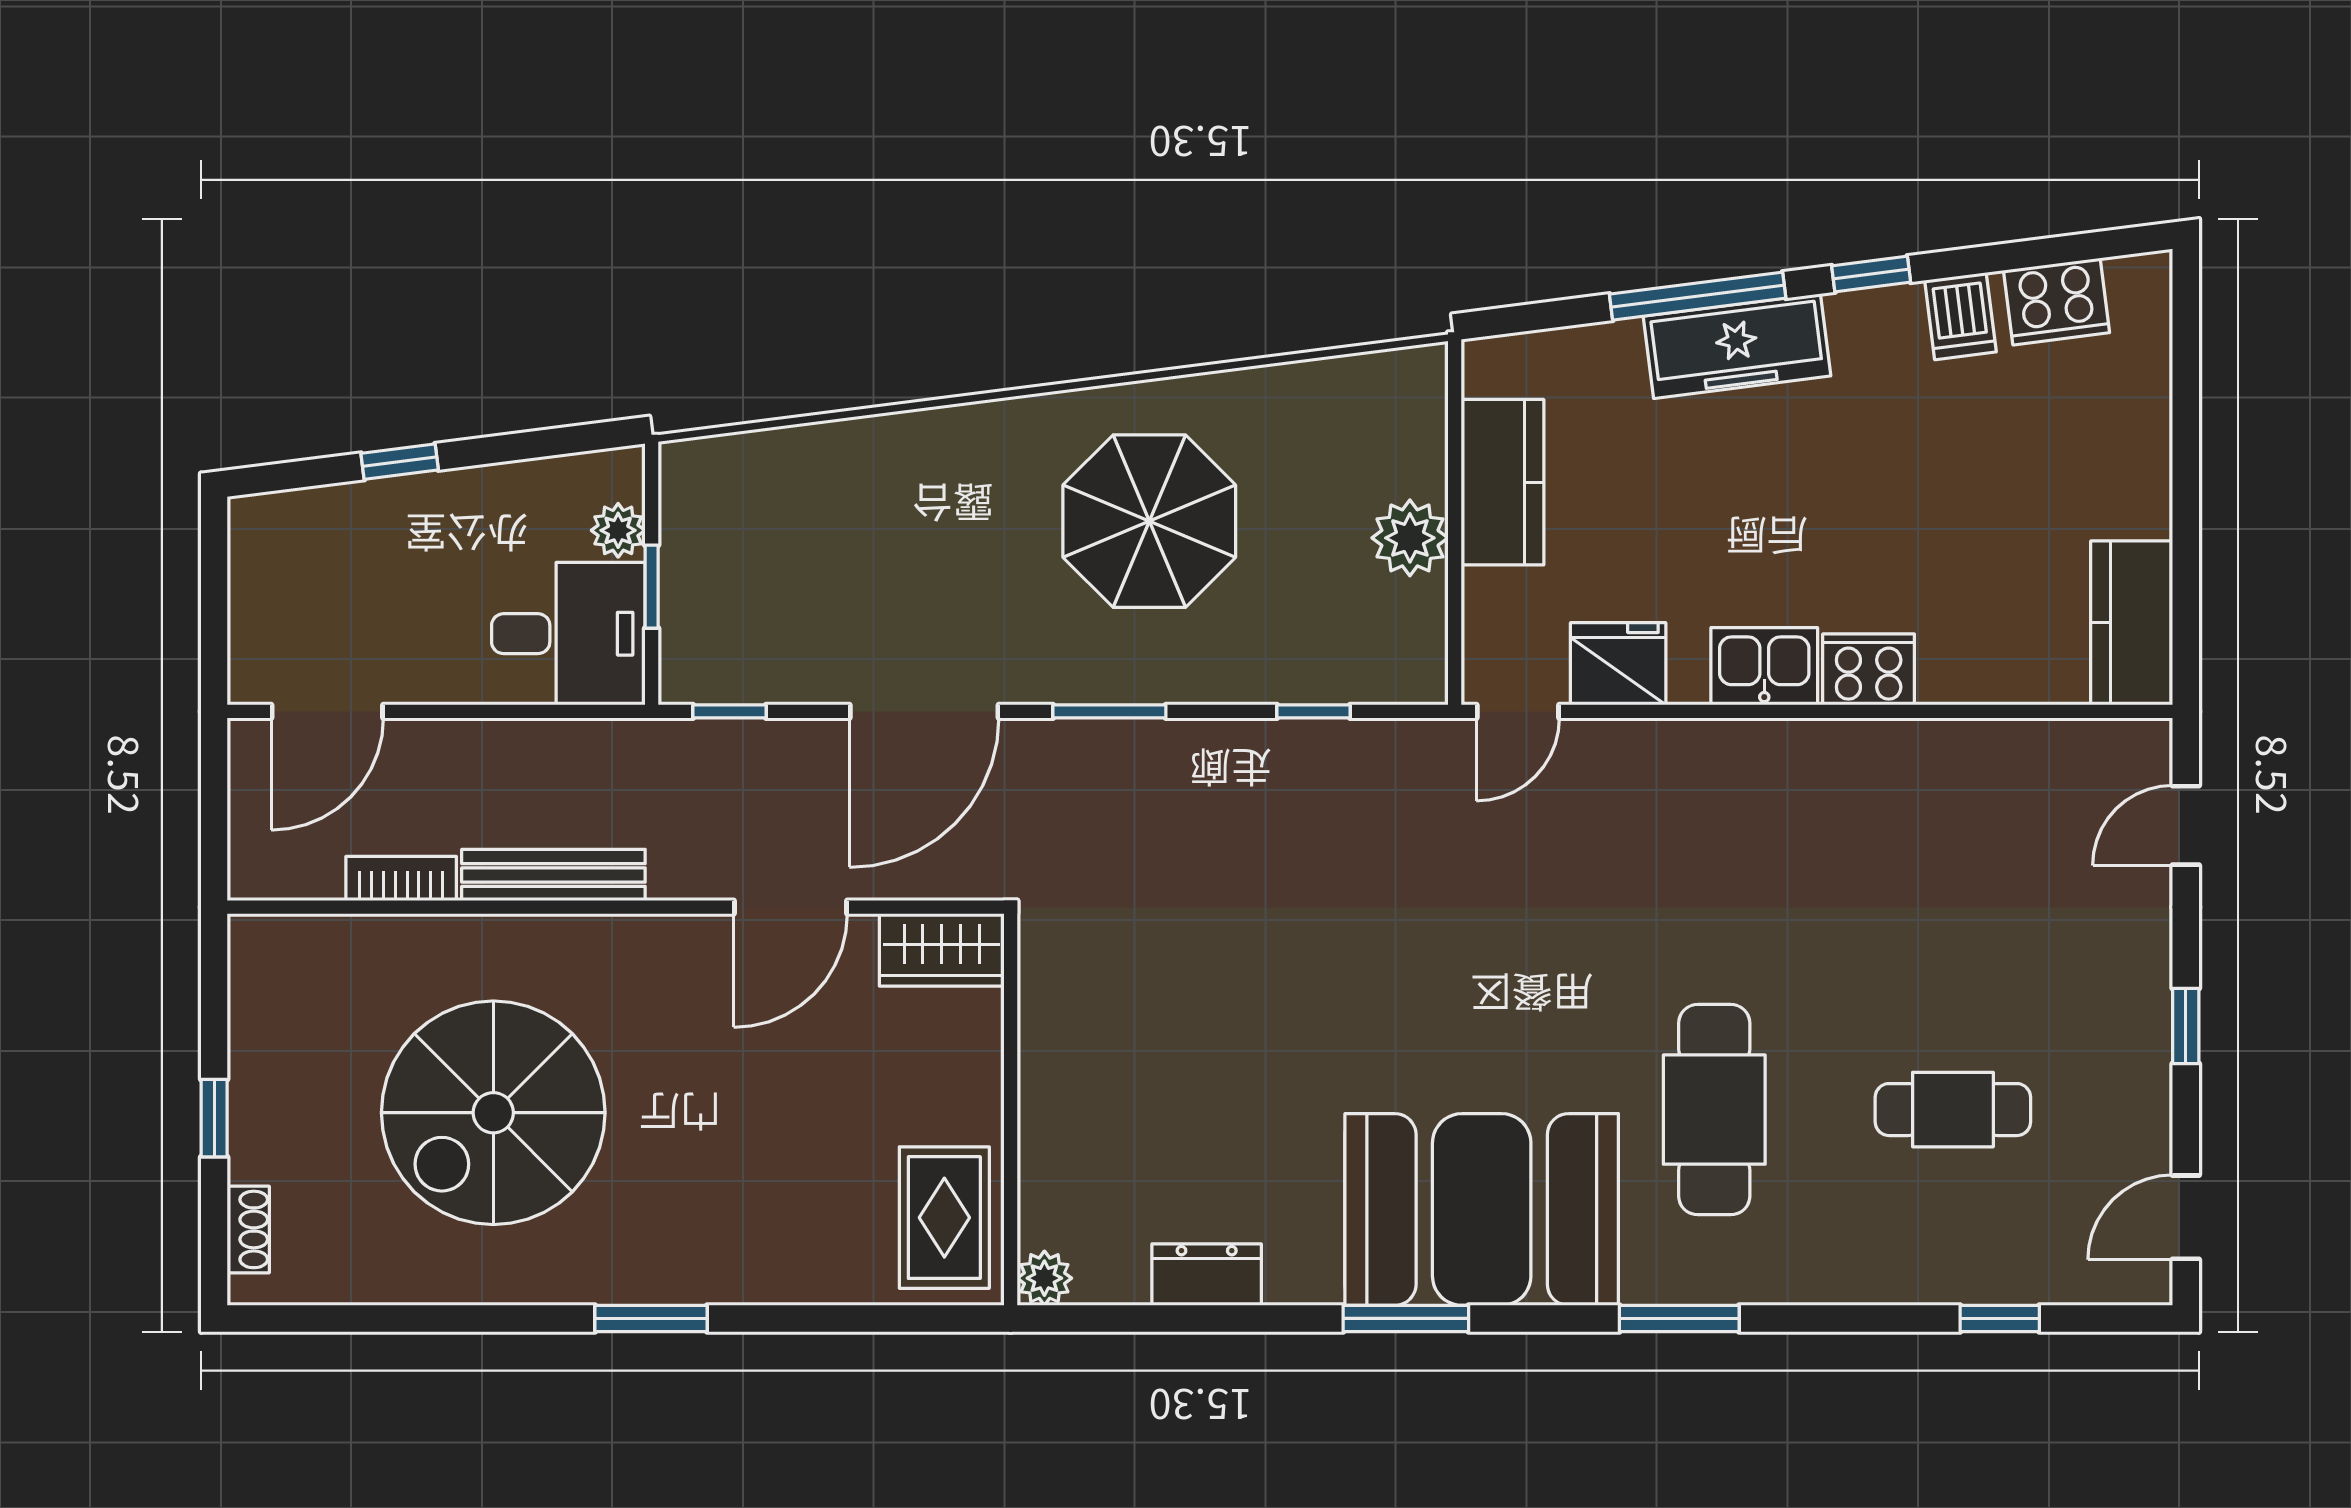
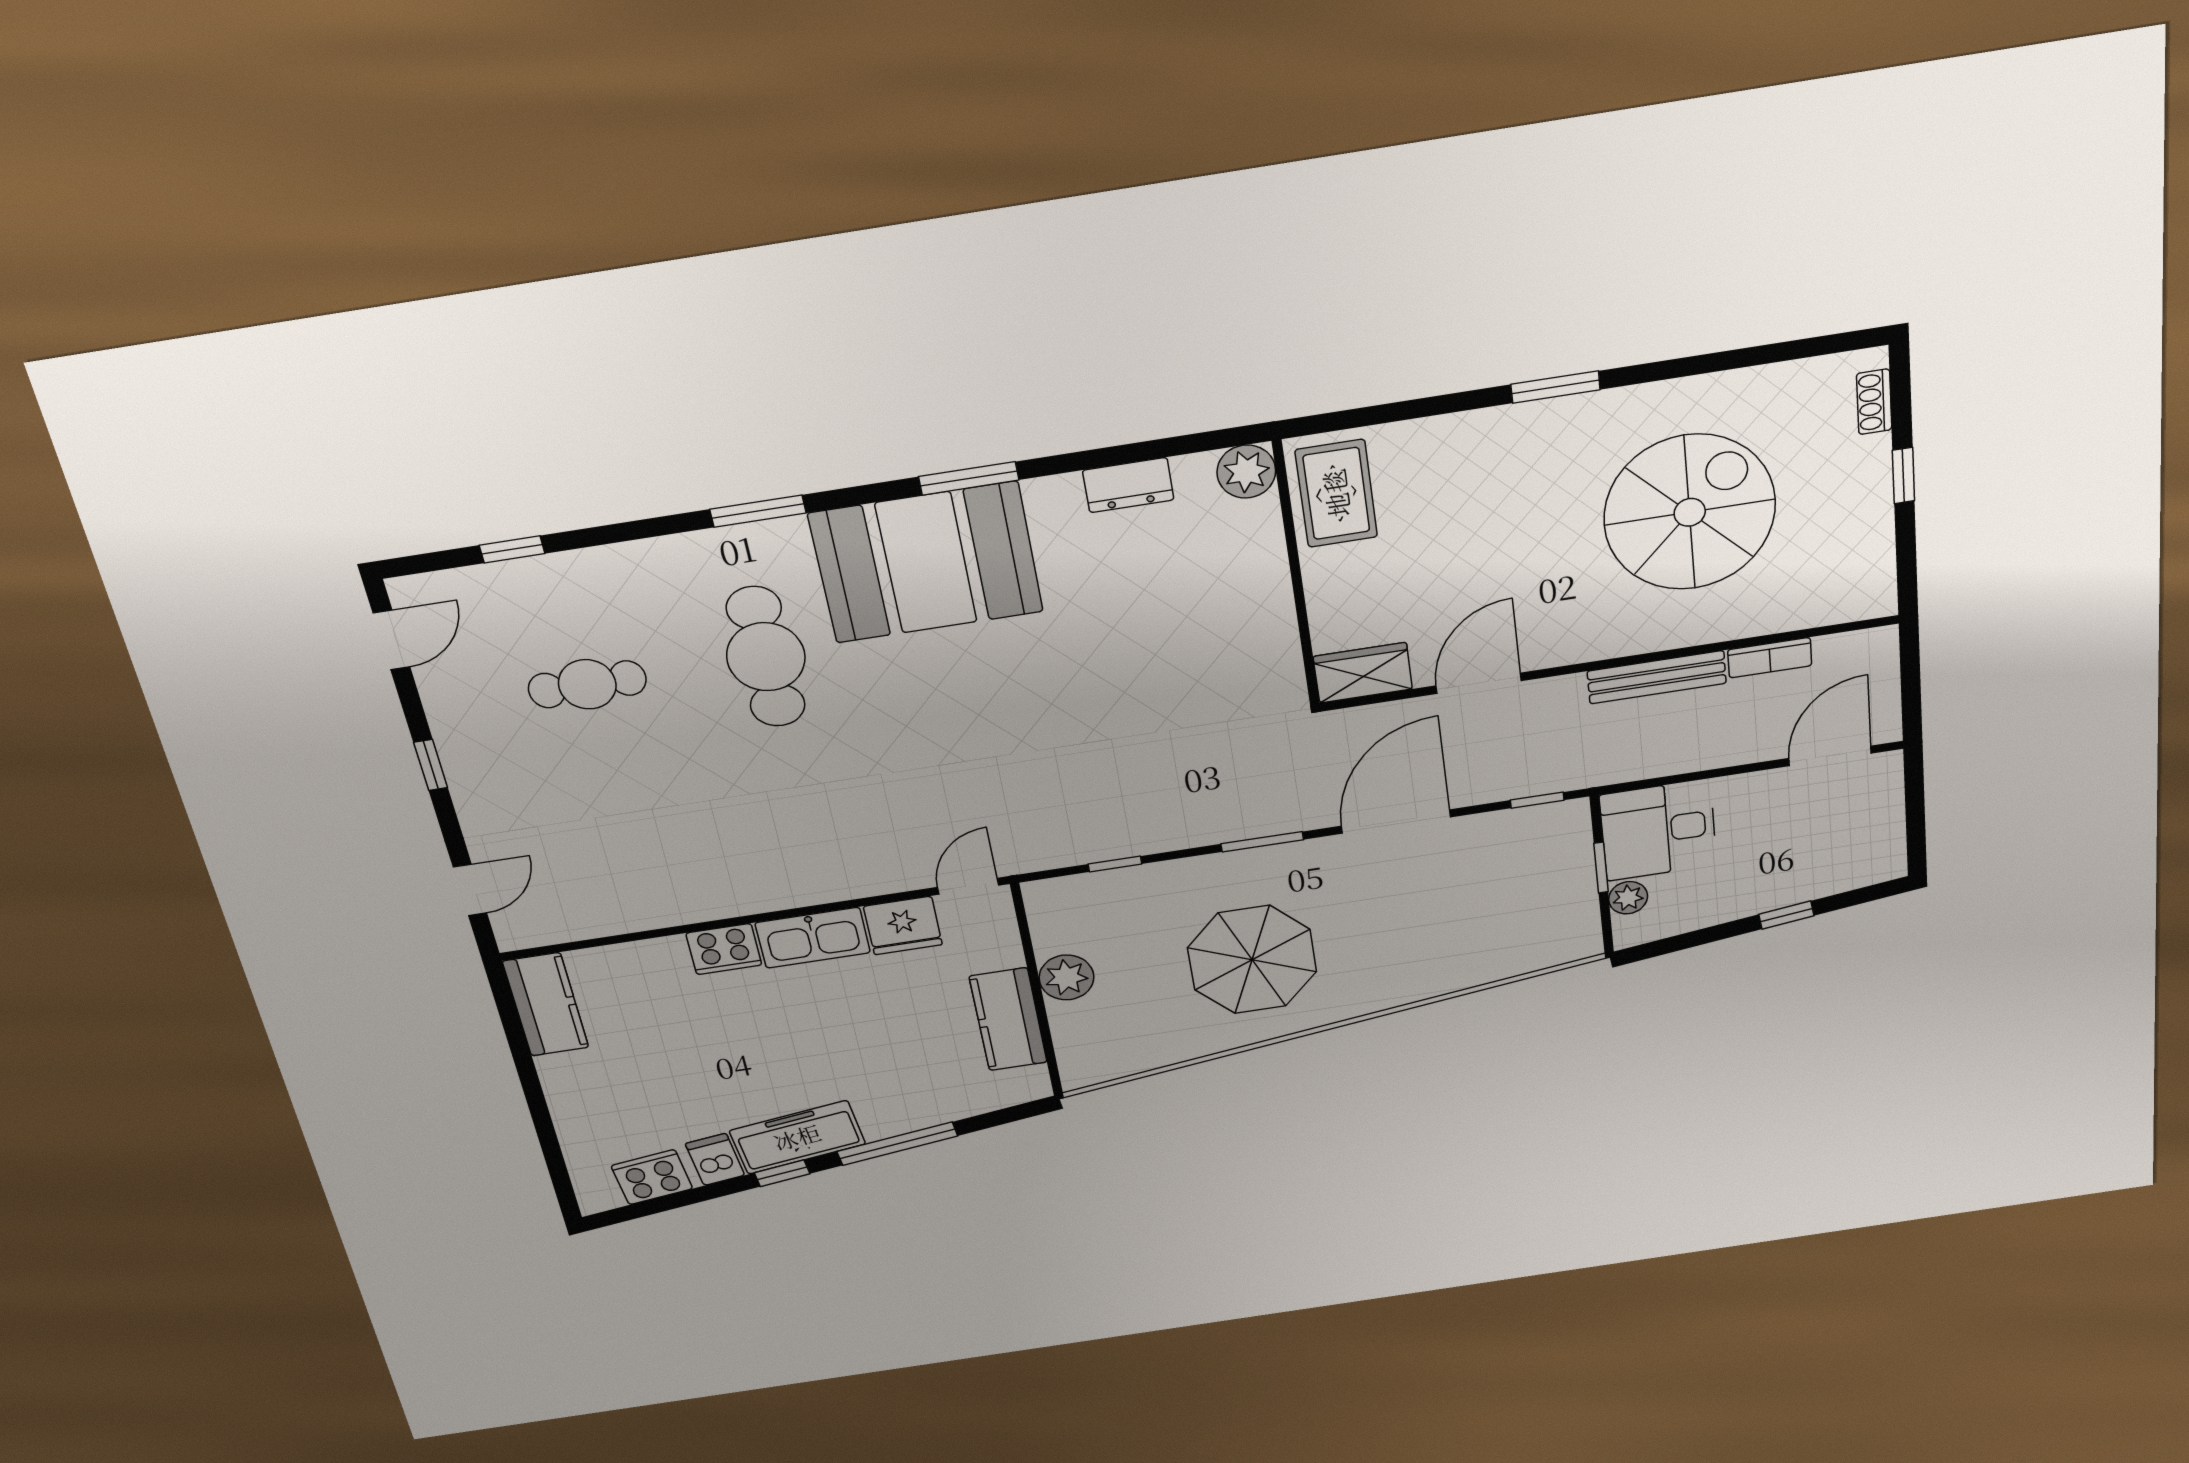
freezer: (1737, 346) -> (797, 1137), moved
kitchen sink: (1764, 666) -> (813, 938), width x1.38
plant: (1044, 1278) -> (1246, 472), width x1.38, depth x1.38

